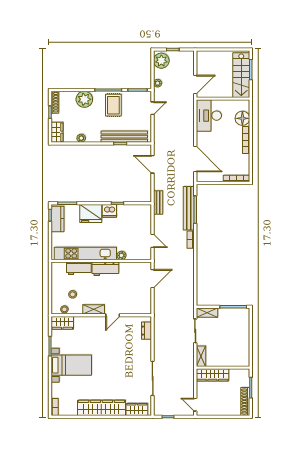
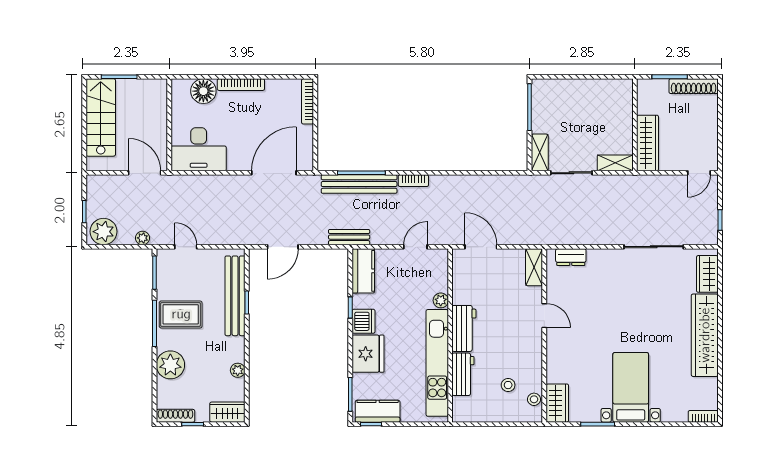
stairs: (241, 75) -> (101, 117), moved, turned -90
kitchen counter: (139, 211) -> (363, 271), added
shelving: (94, 309) -> (534, 267), moved

